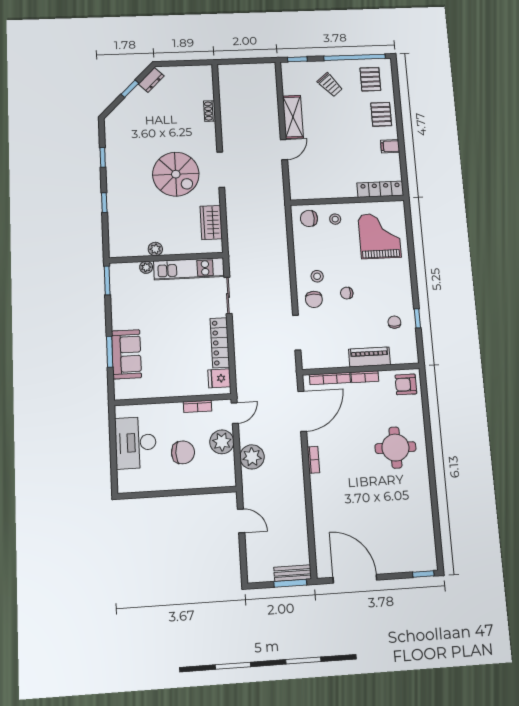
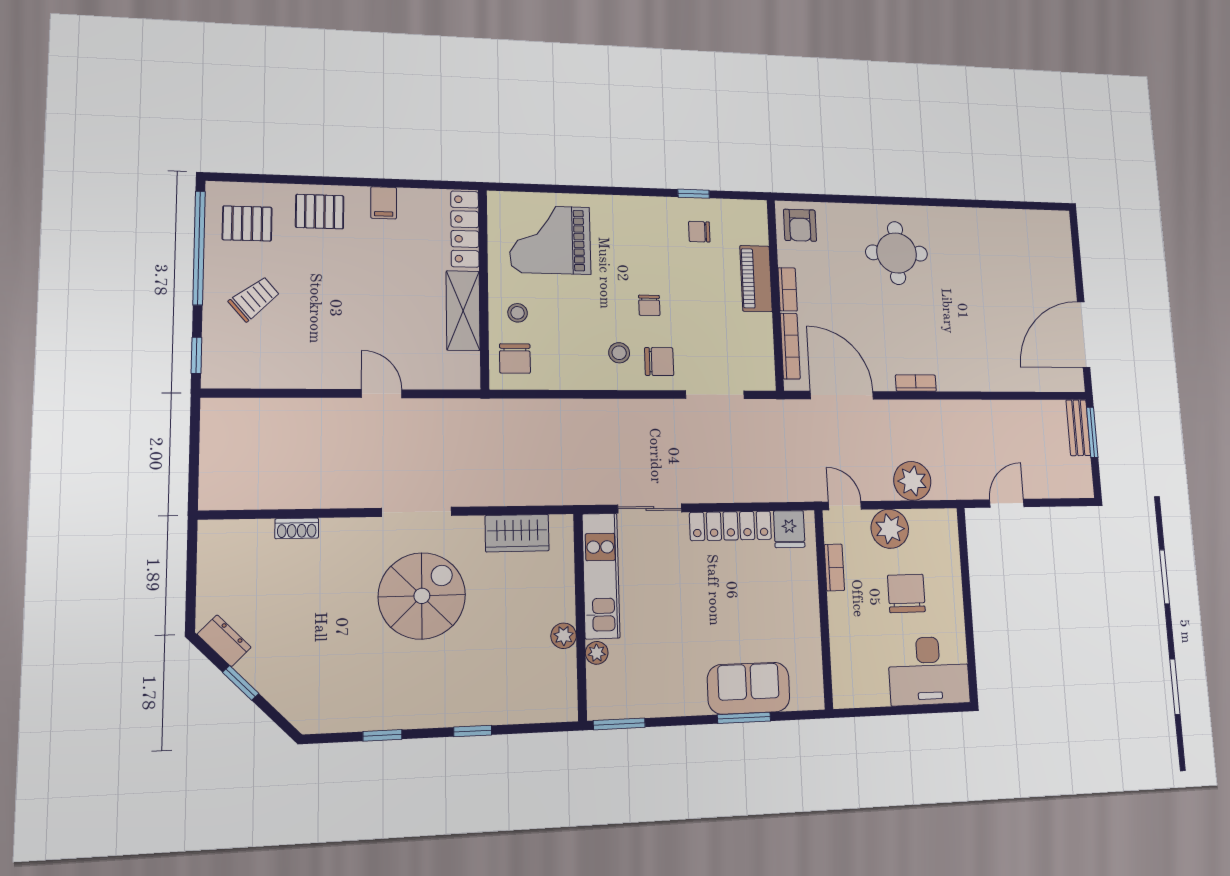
shelving: (293, 117) -> (463, 311), moved, turned 90
desk: (136, 443) -> (929, 671), moved
window: (423, 574) -> (1075, 233), removed

